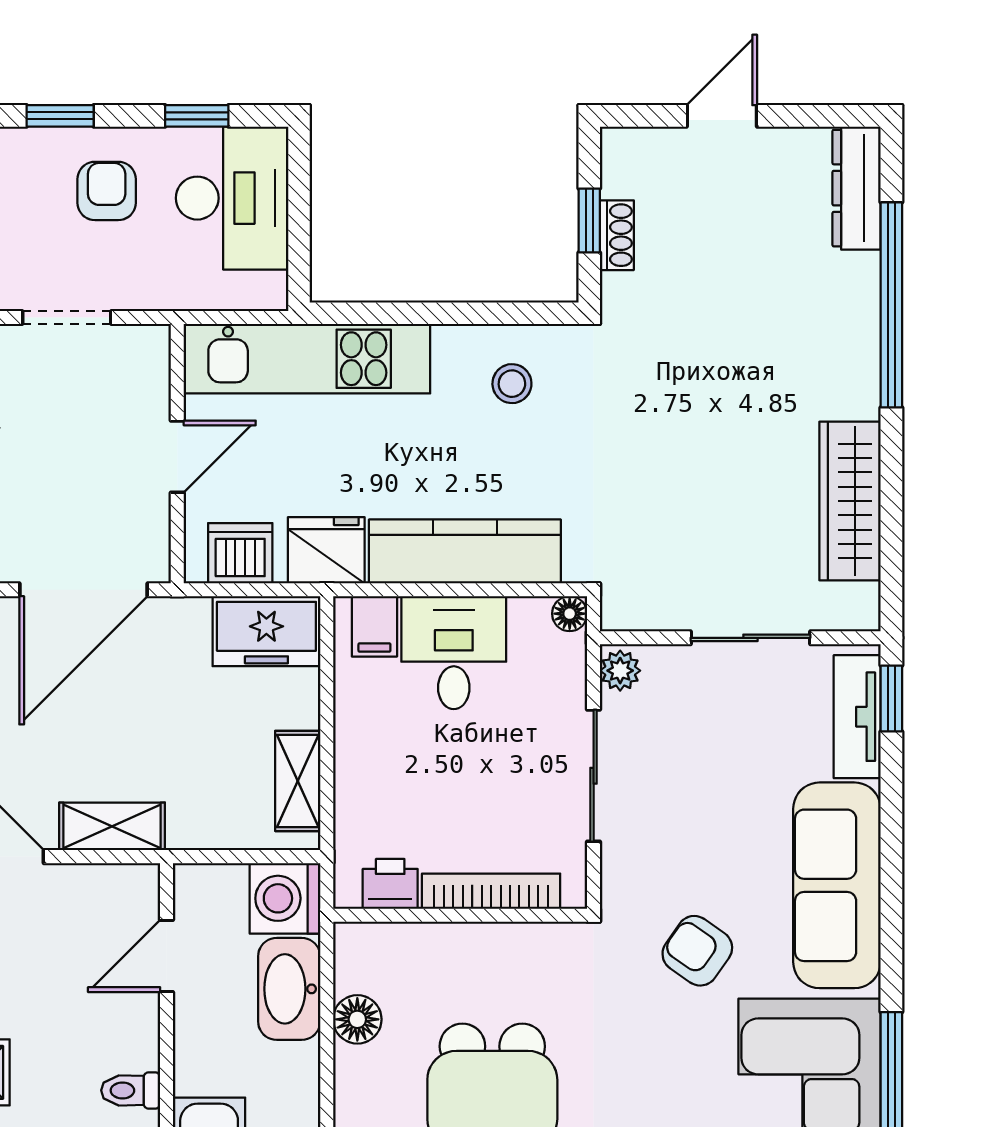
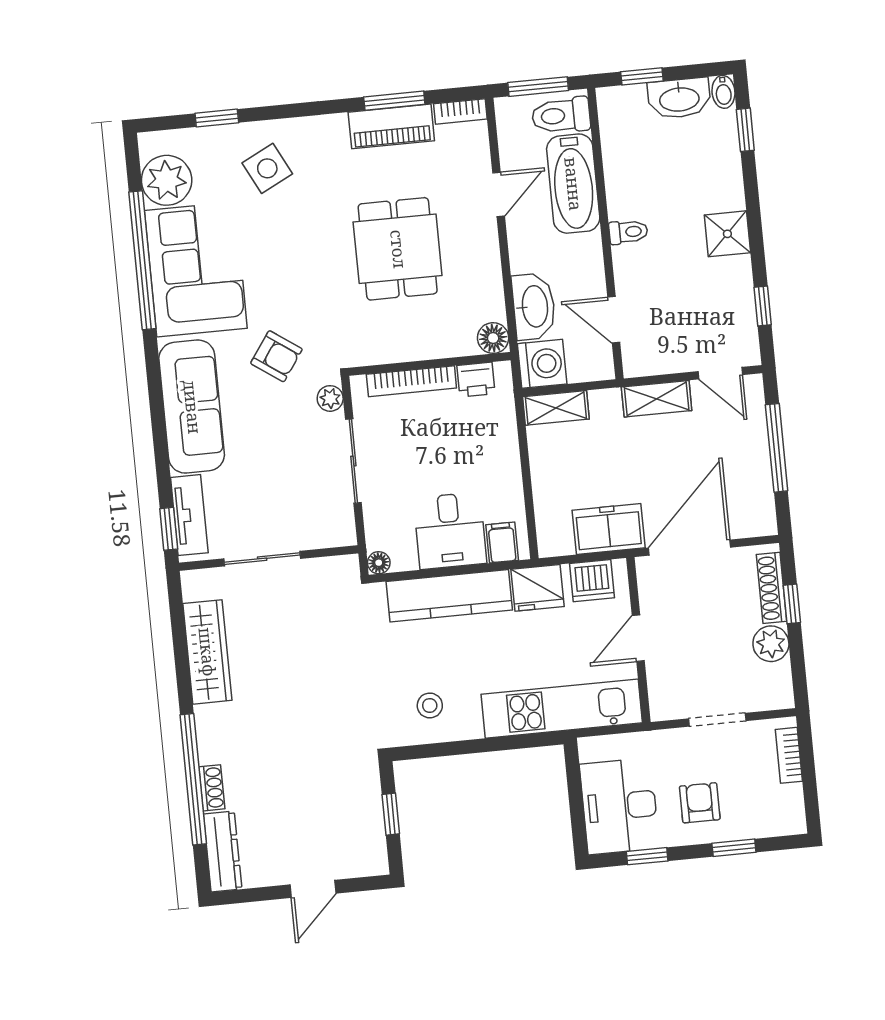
armchair: (107, 191) -> (700, 803), turned 180
shoe rack: (617, 235) -> (212, 788), moved, turned 180
freezer: (266, 631) -> (609, 529), moved
plant: (620, 671) -> (330, 398), moved
shelving: (298, 781) -> (556, 408), moved, turned 90
door: (167, 956) -> (614, 320), swing flipped
floor lamp: (357, 1019) -> (493, 338), moved

